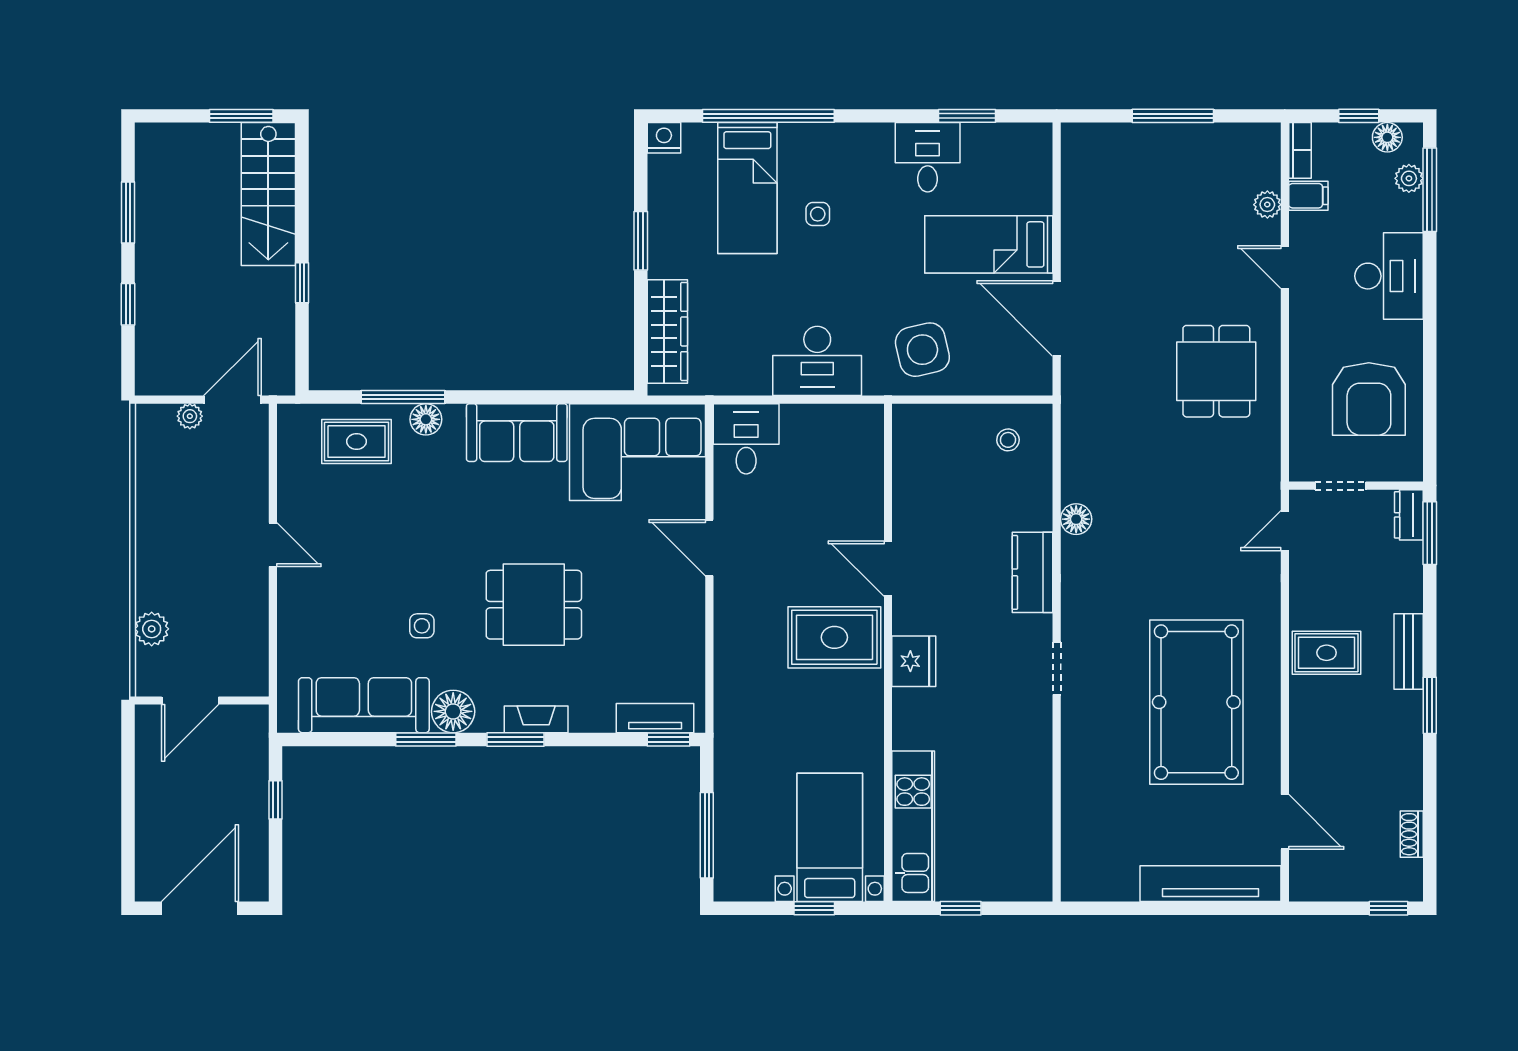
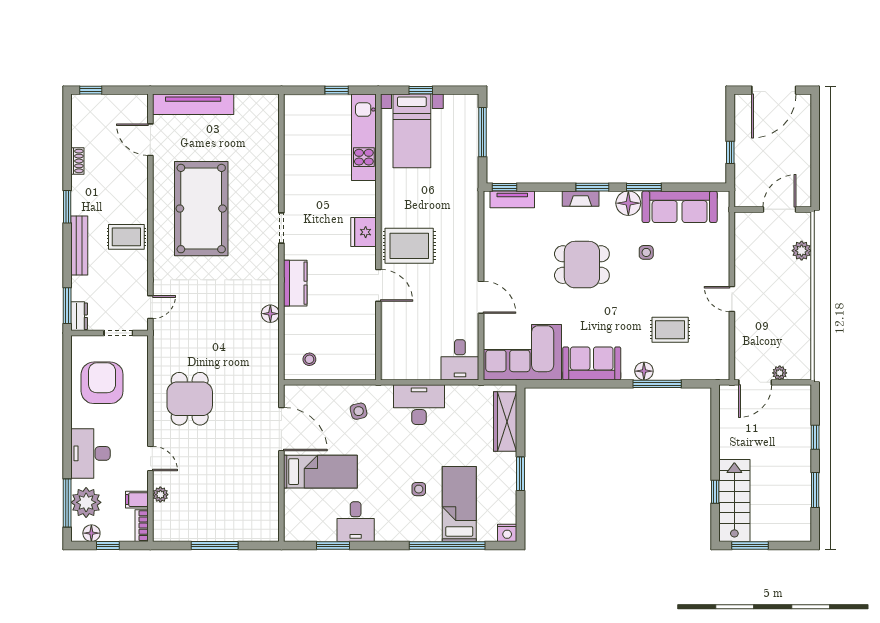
plant: (1409, 178) -> (86, 502), width x1.88, depth x1.88
window: (302, 283) -> (715, 492), moved
side table: (922, 350) -> (359, 411), width x0.54, depth x0.54
rug: (357, 441) -> (670, 330), moved
bench: (1409, 652) -> (79, 246), width x1.36
shoe rack: (1412, 834) -> (77, 161), moved

